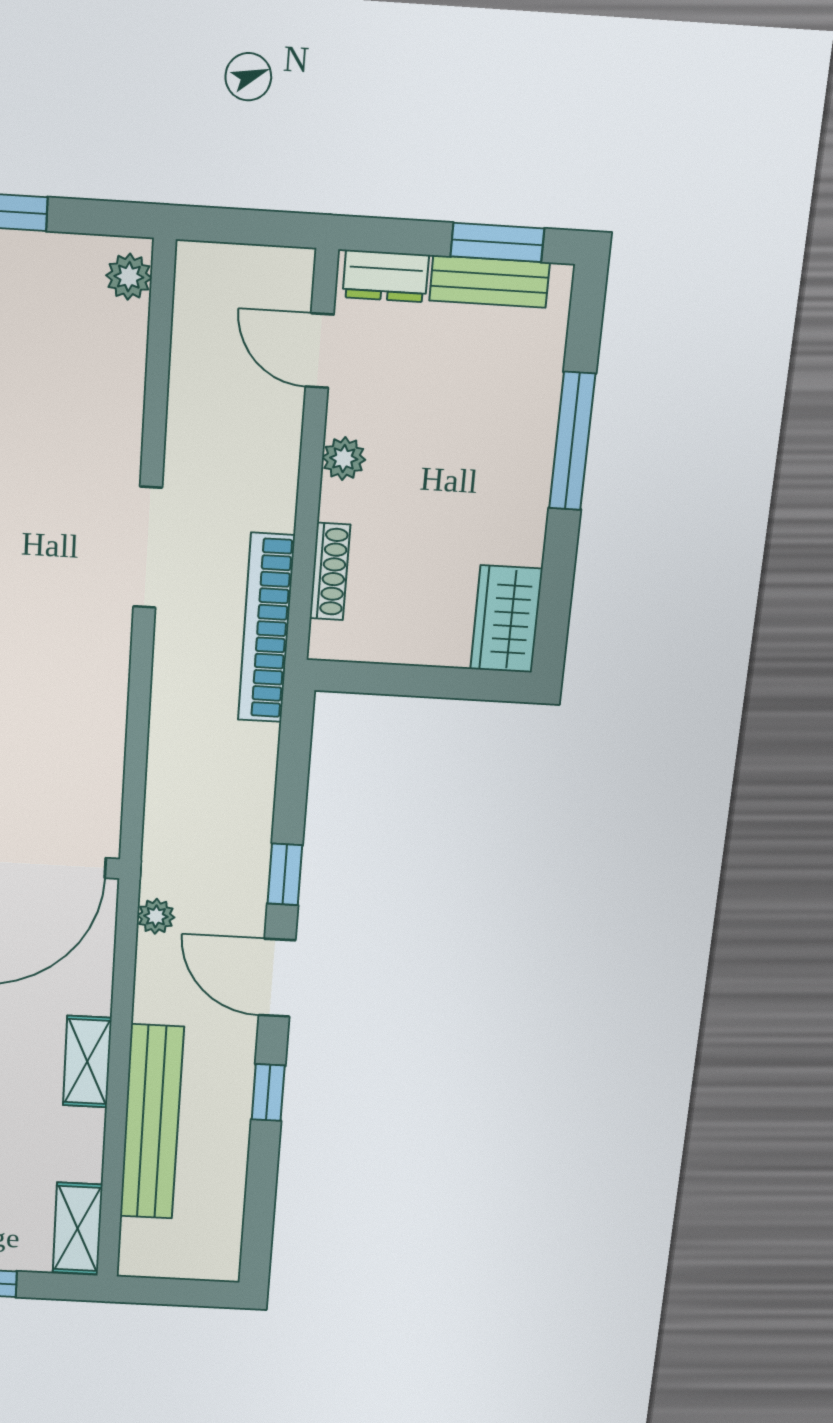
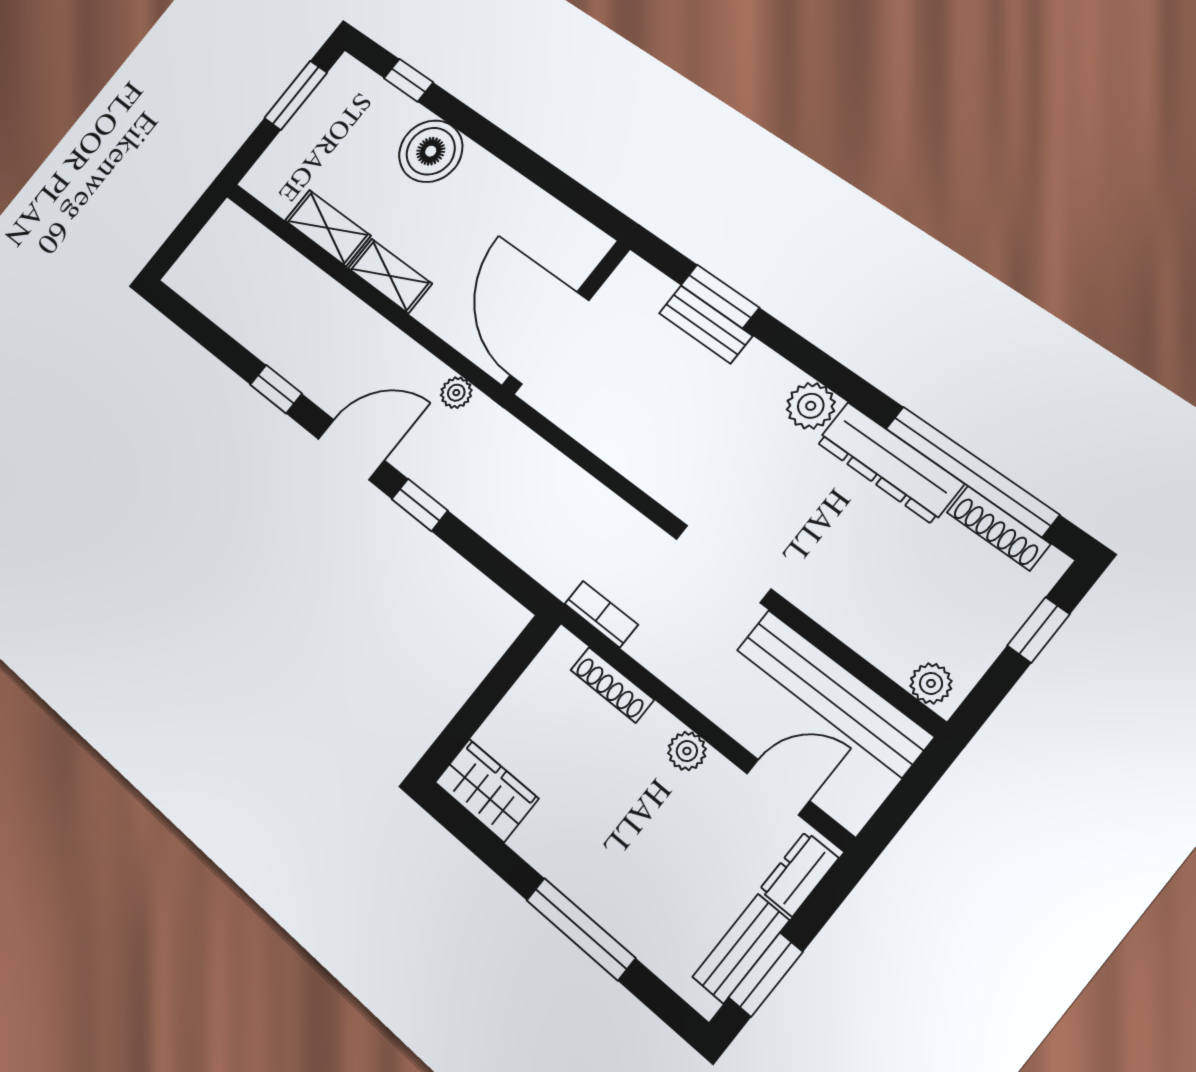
bookcase: (266, 628) -> (601, 614), width x0.43, depth x0.76
bench: (152, 1122) -> (834, 693), moved
shelving: (78, 1229) -> (328, 228), moved

